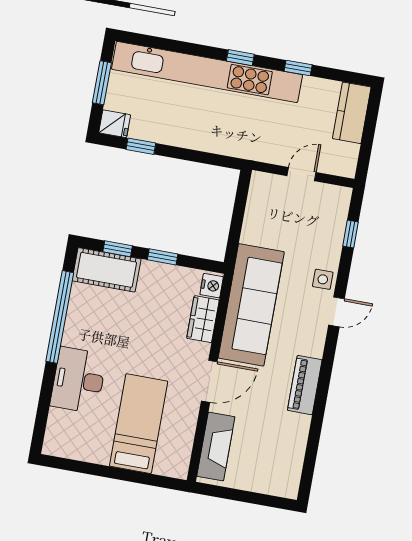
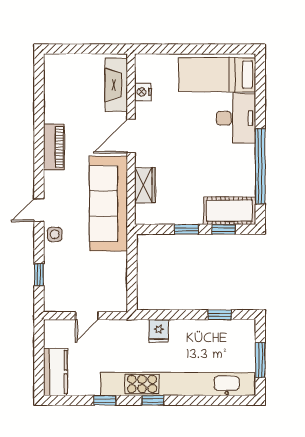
fridge: (115, 124) -> (159, 331), moved, turned -90
nightstand: (212, 286) -> (143, 92), moved
bed: (139, 424) -> (217, 75), moved, turned 90

